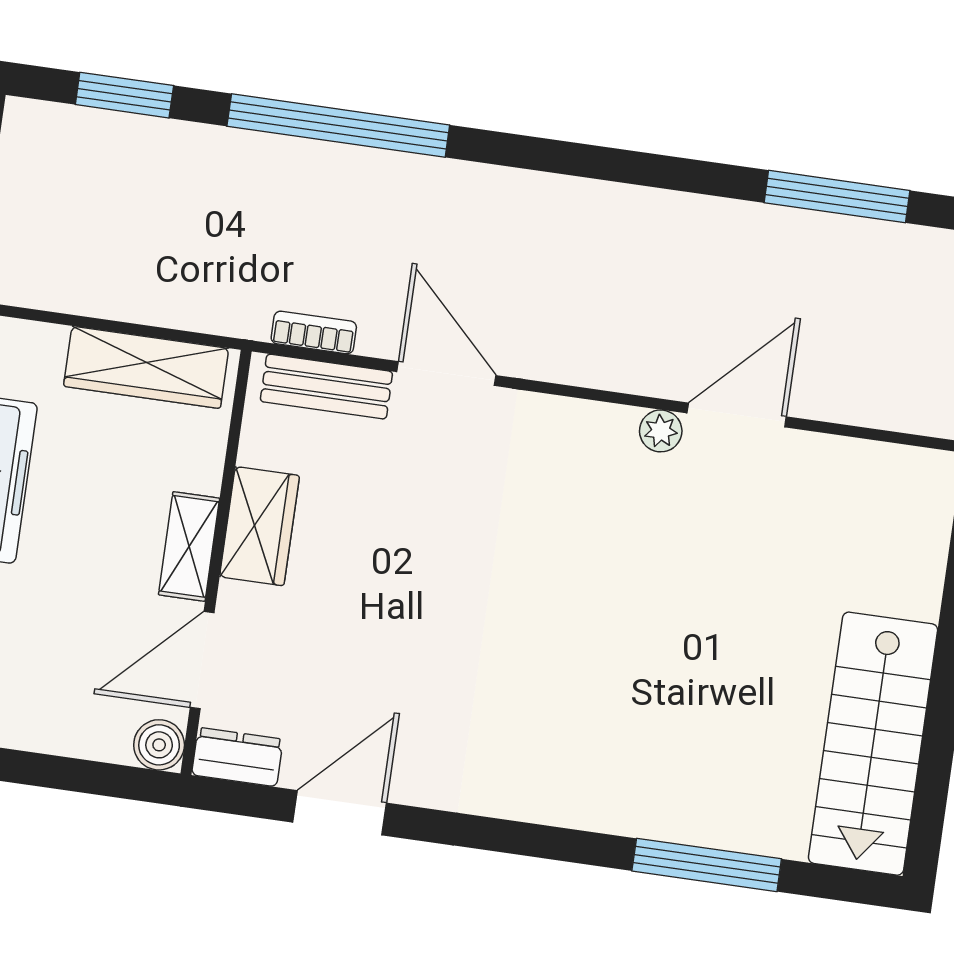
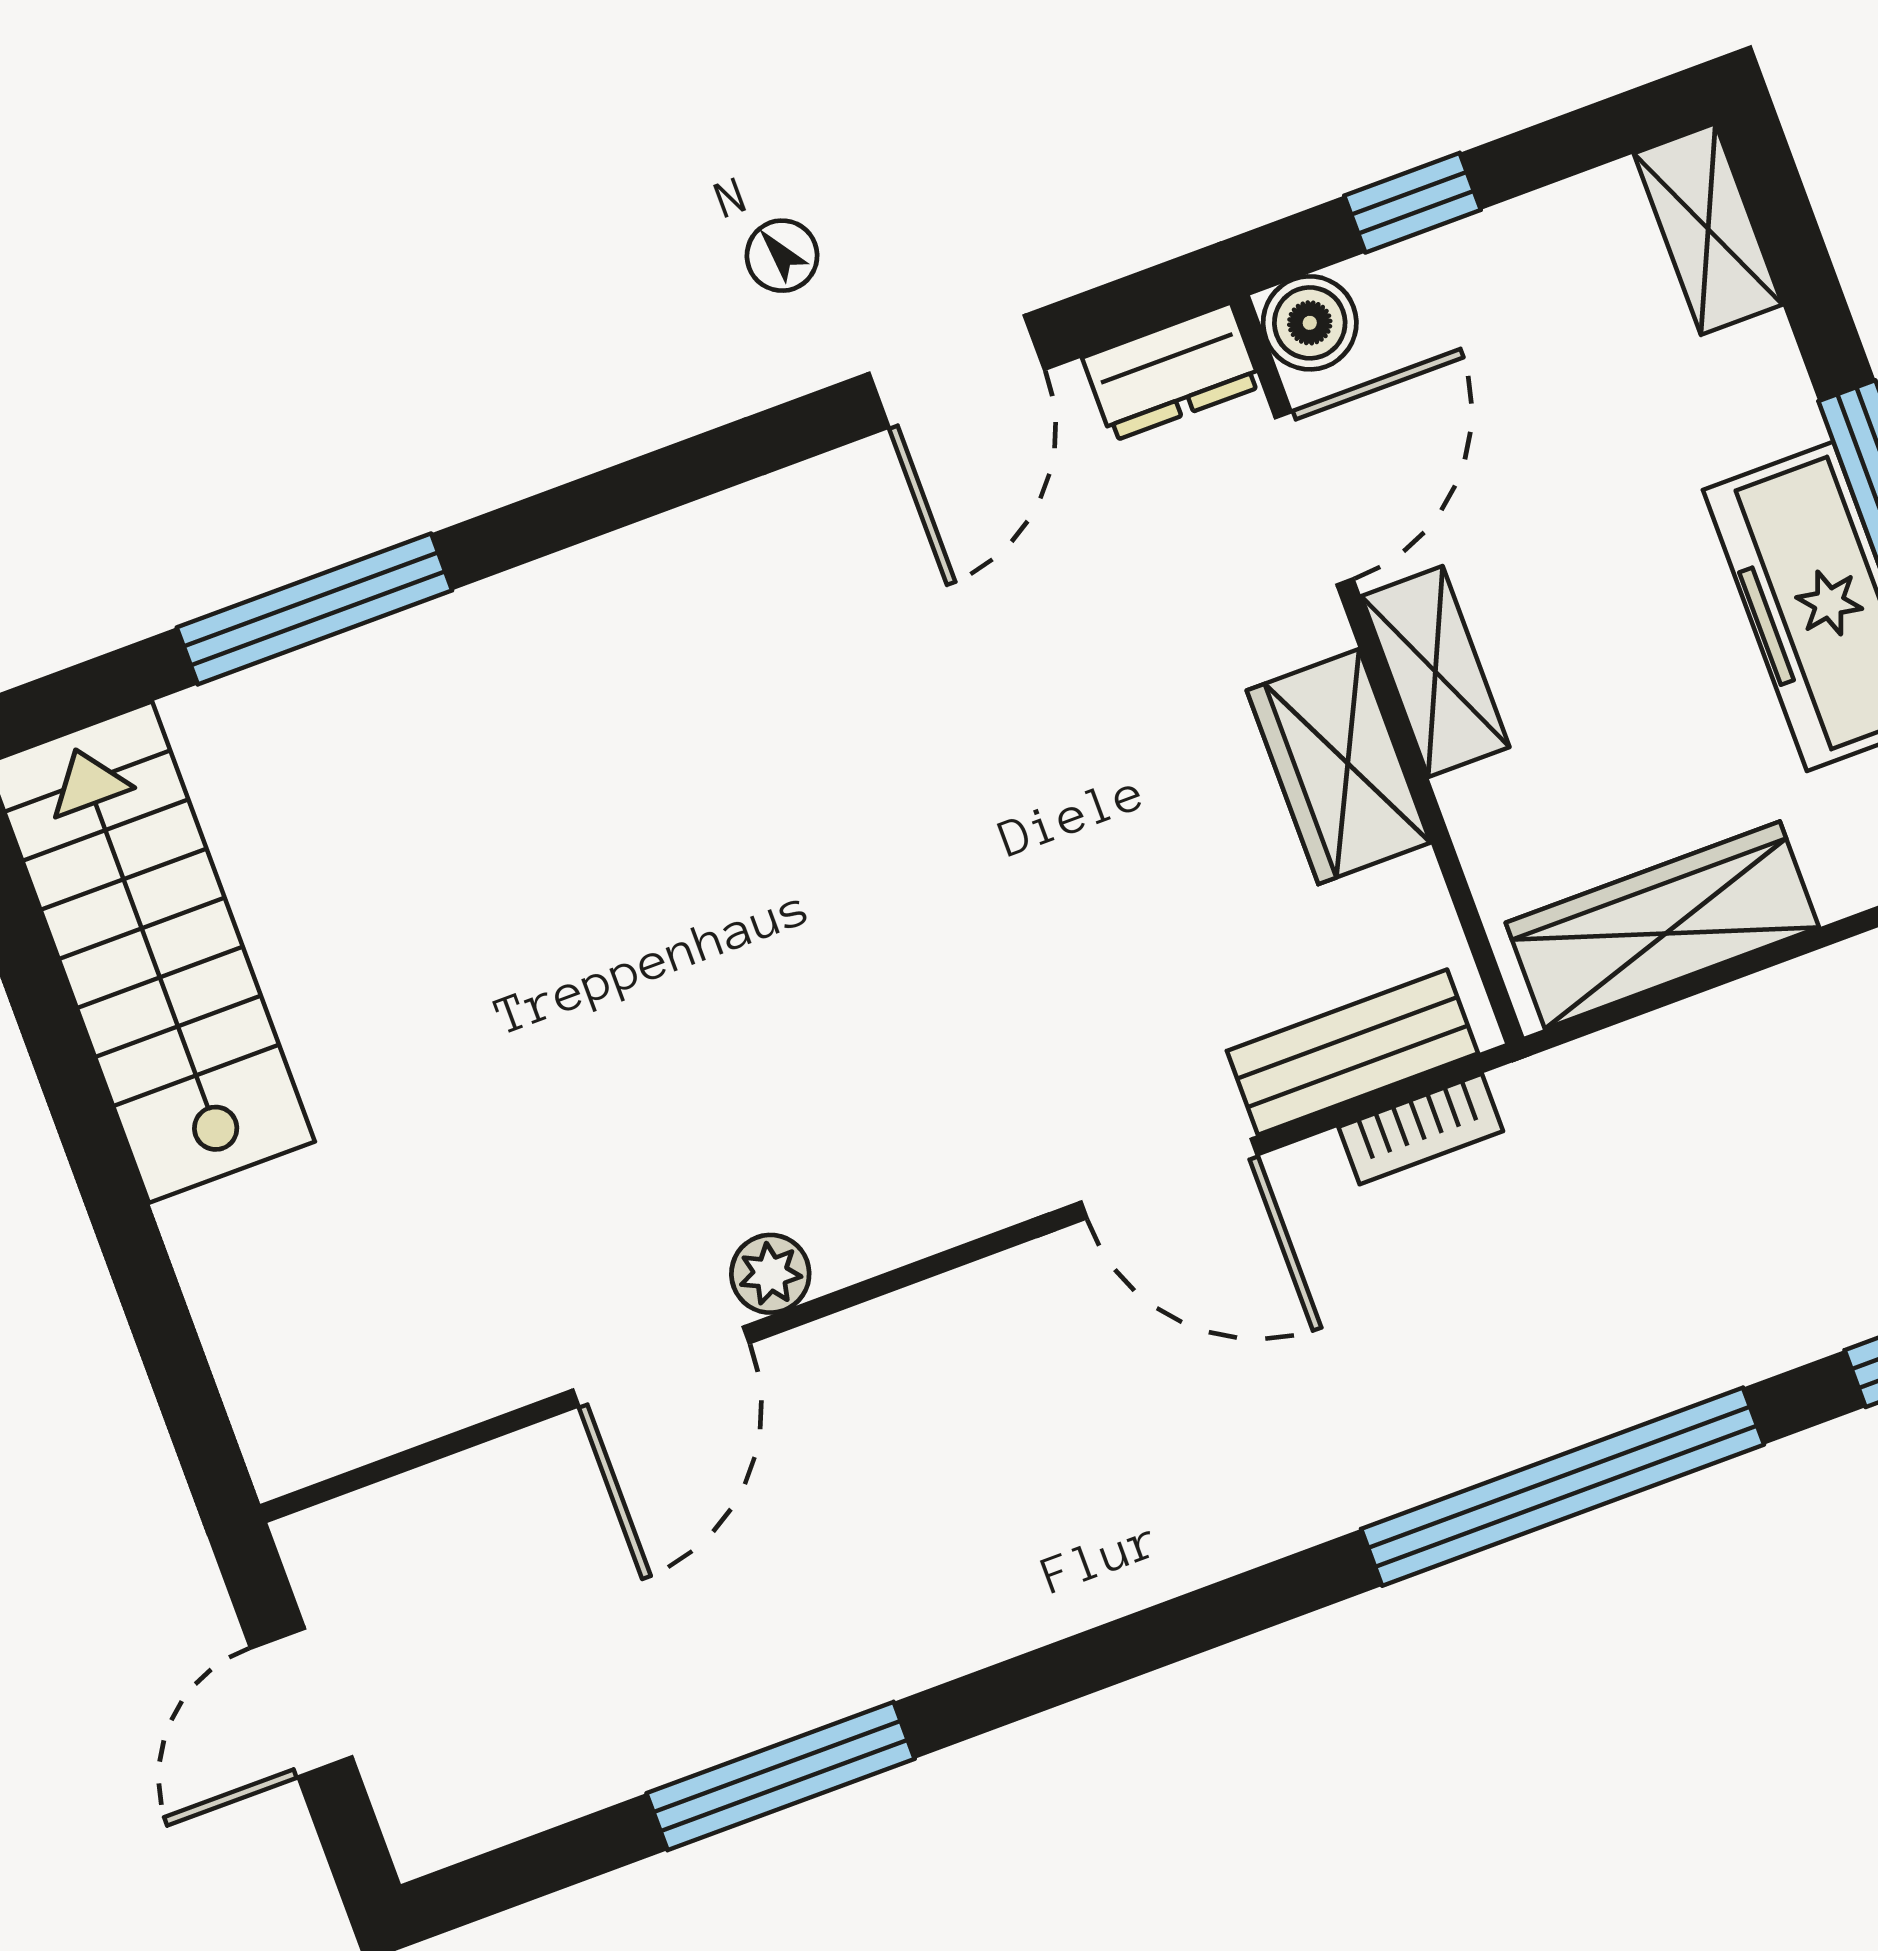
window: (837, 197) -> (781, 1776), moved
window: (79, 776) -> (1413, 203), added

